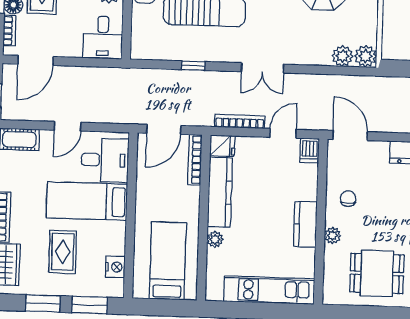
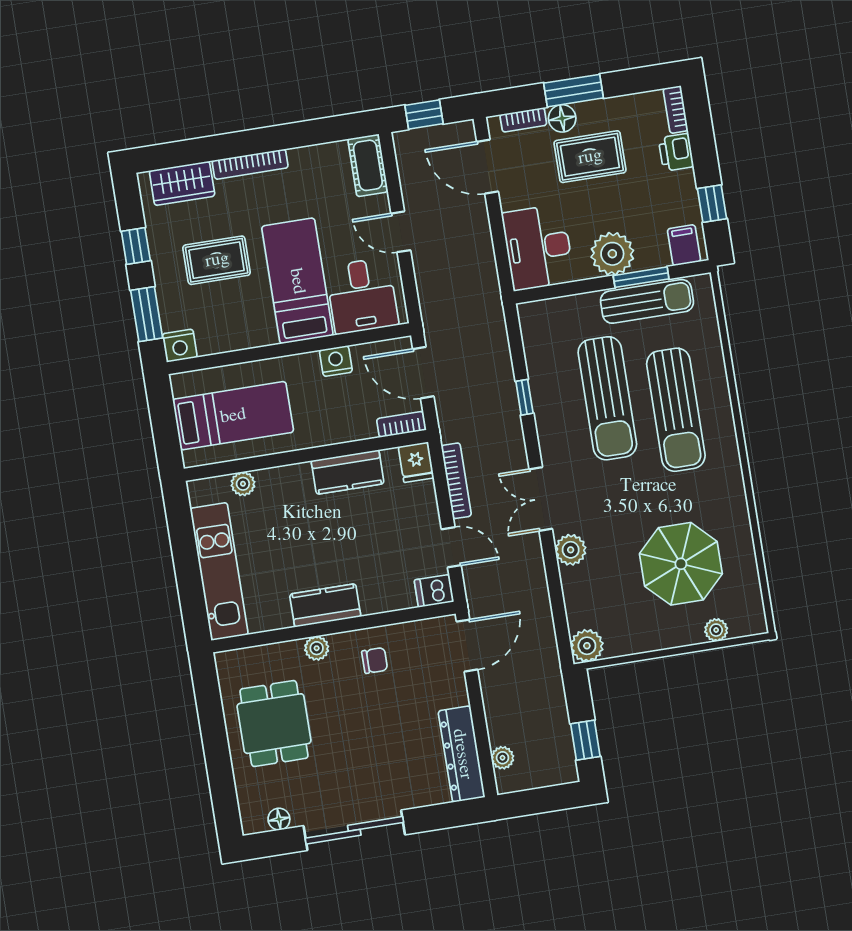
desk: (103, 38) -> (538, 247), width x1.37
plant: (342, 56) -> (571, 550), moved
bookcase: (195, 160) -> (401, 424), width x0.64
nightstand: (145, 186) -> (336, 361), added
kitchen counter: (220, 192) -> (348, 472), width x0.67
plant: (215, 239) -> (243, 484), moved
nightstand: (115, 267) -> (180, 346), moved
window: (43, 303) -> (136, 246), width x0.67

